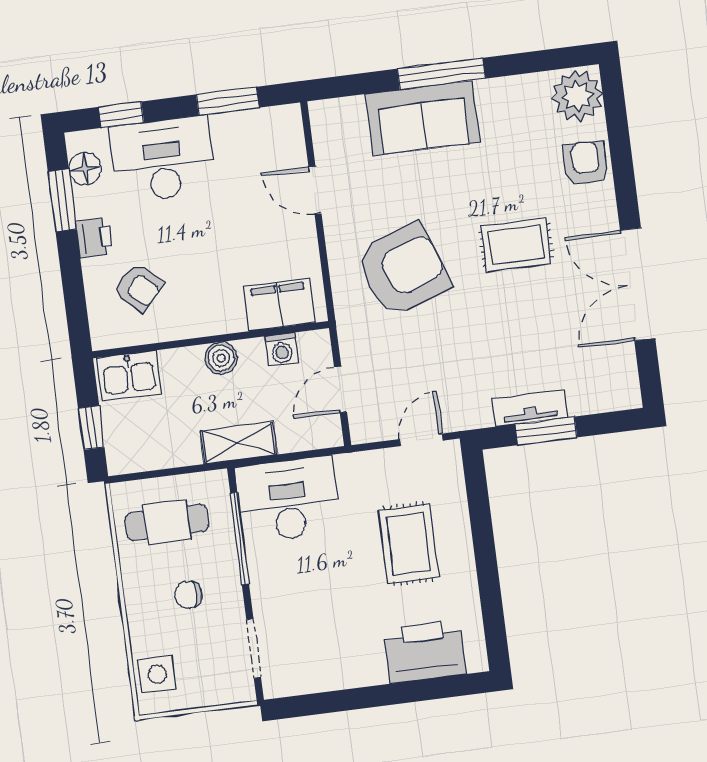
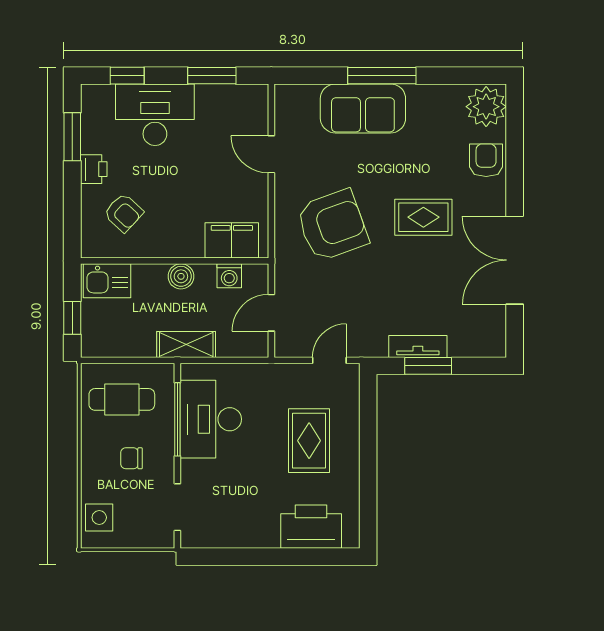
floor lamp: (85, 169) -> (93, 114), removed
desk: (288, 499) -> (211, 419), moved, turned -90

